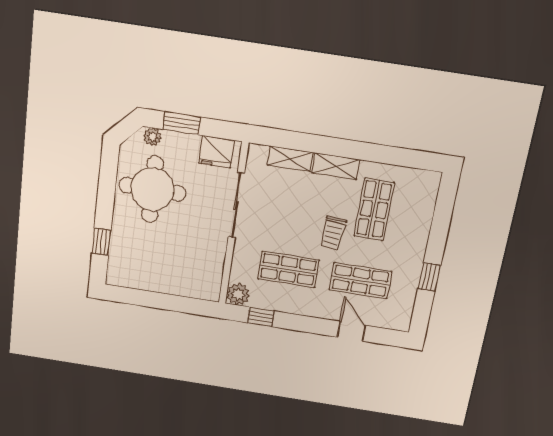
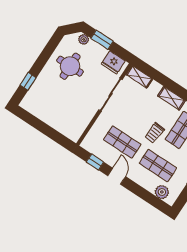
shelving: (290, 159) -> (139, 77), moved
round table: (152, 189) -> (70, 66), width x0.73, depth x0.73
plant: (238, 294) -> (162, 192), moved
door: (351, 331) -> (117, 176), moved

